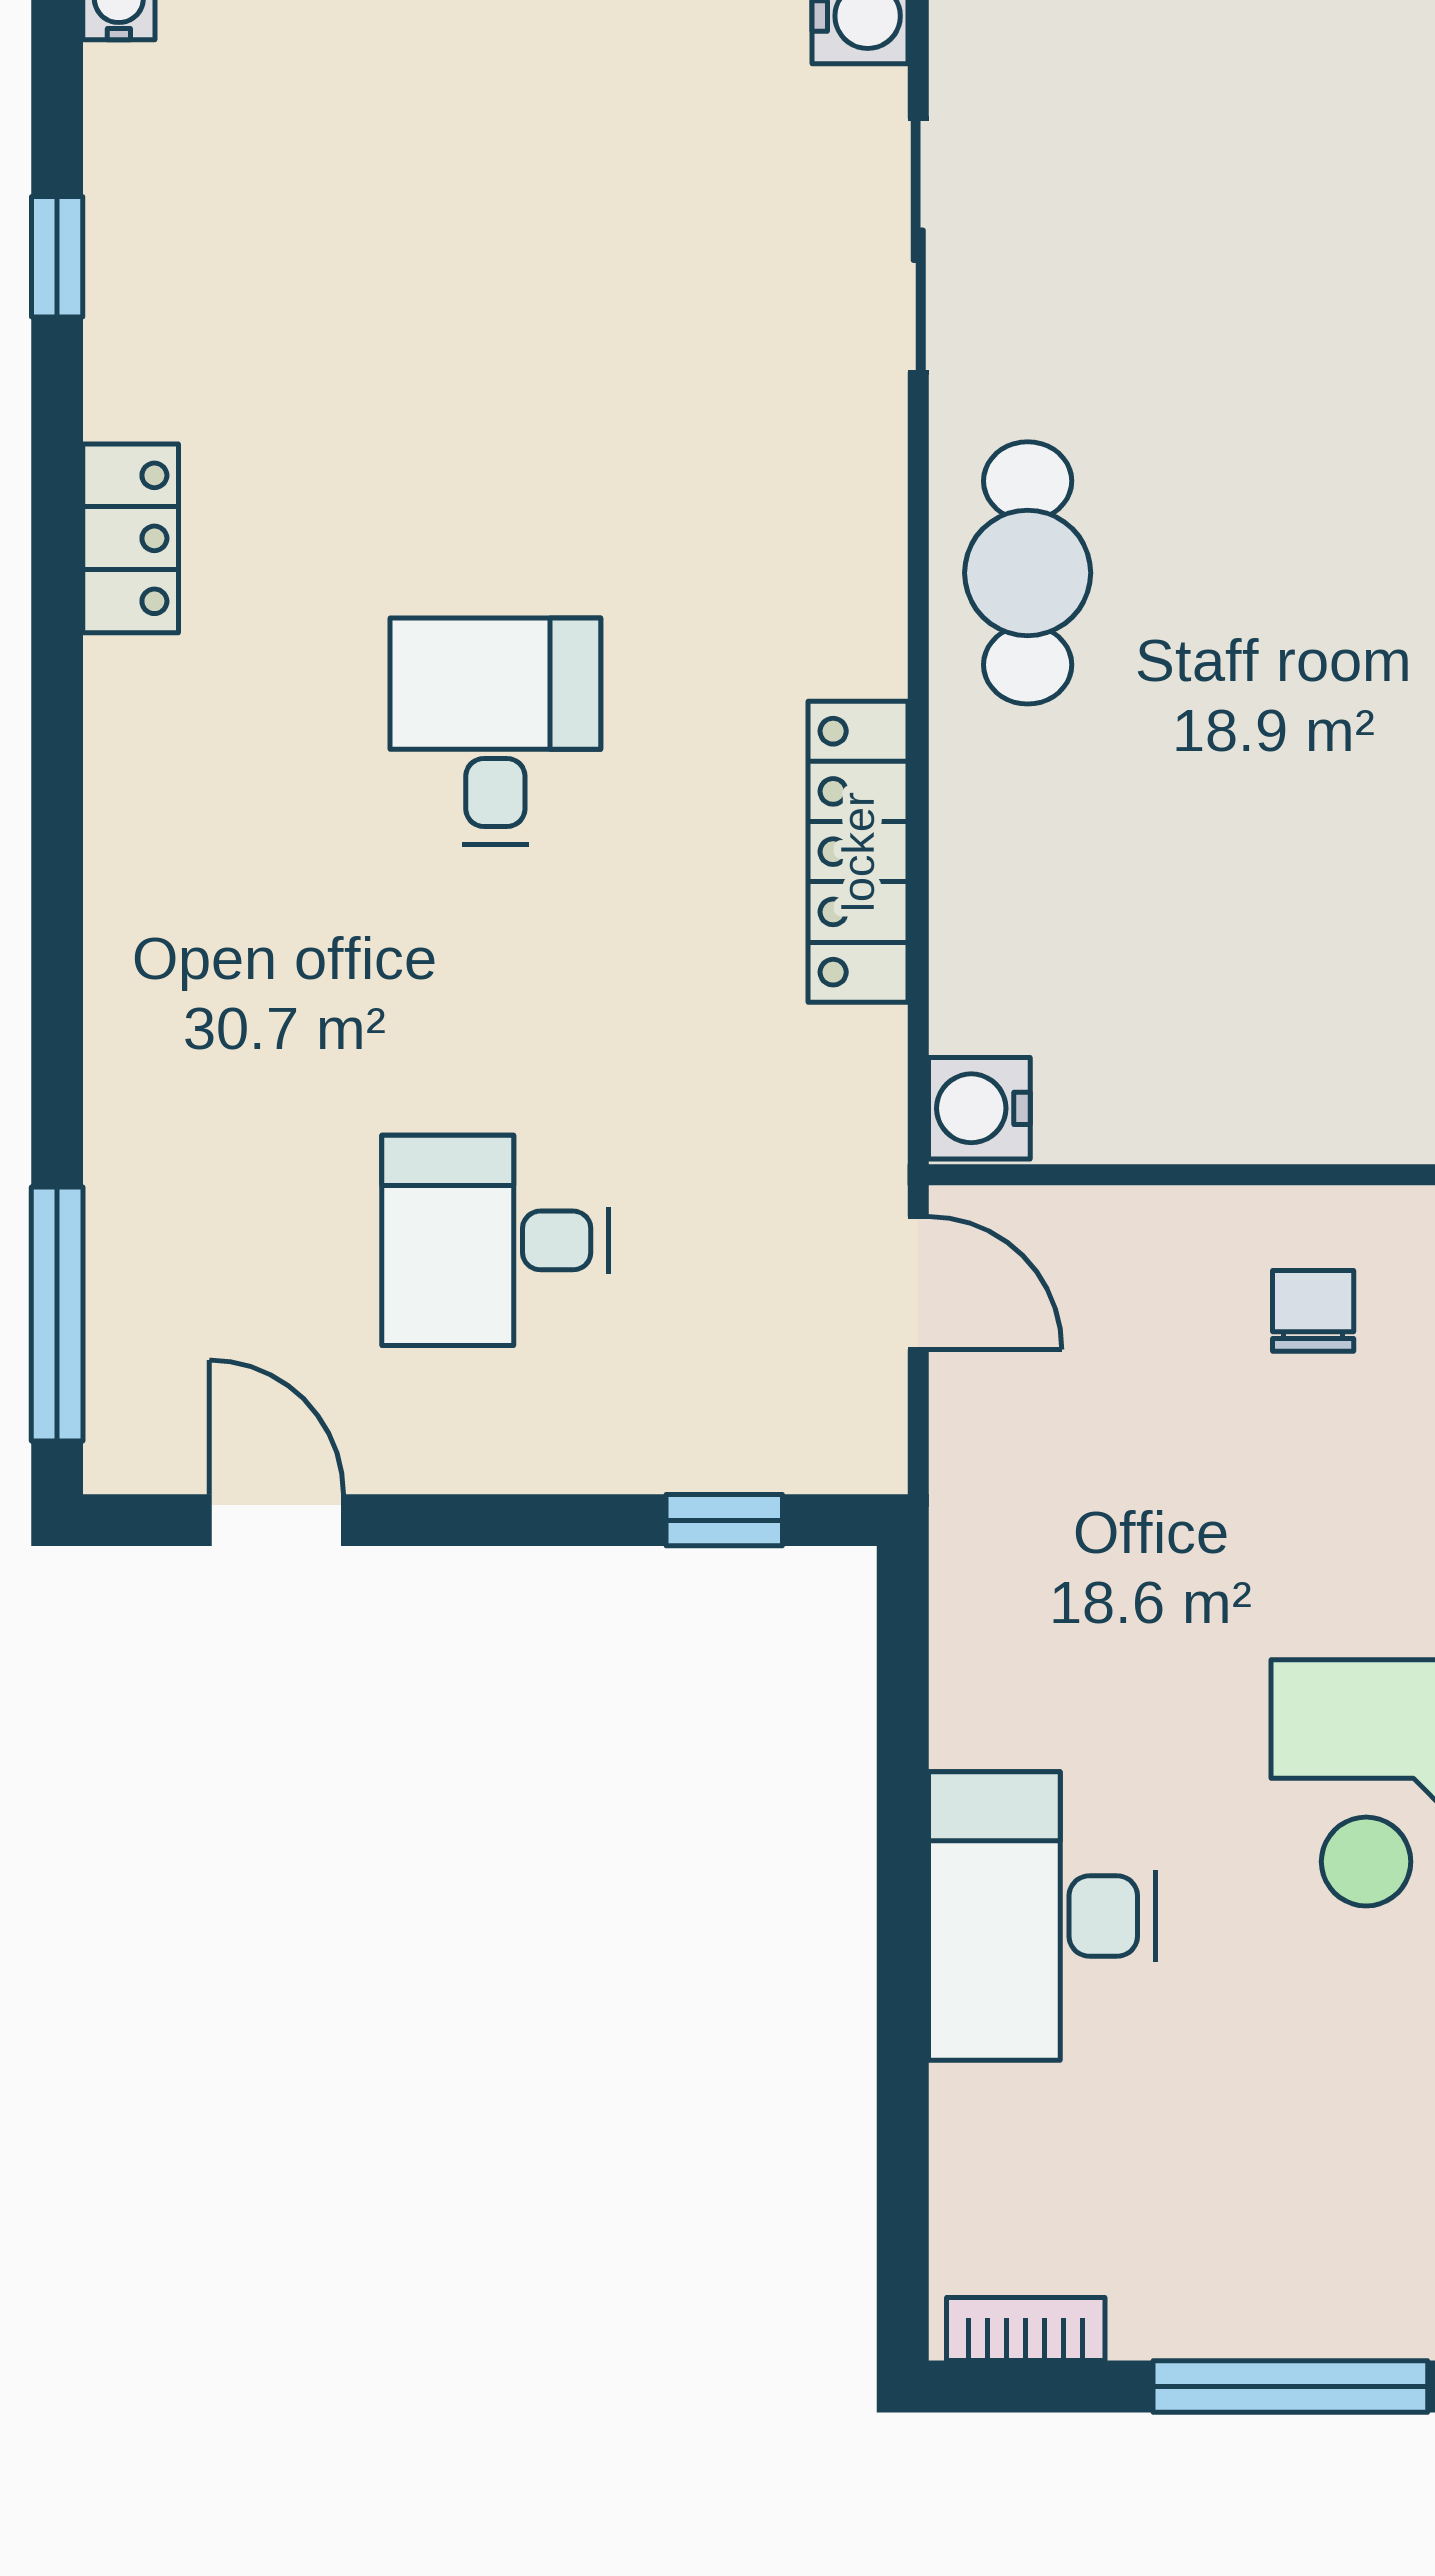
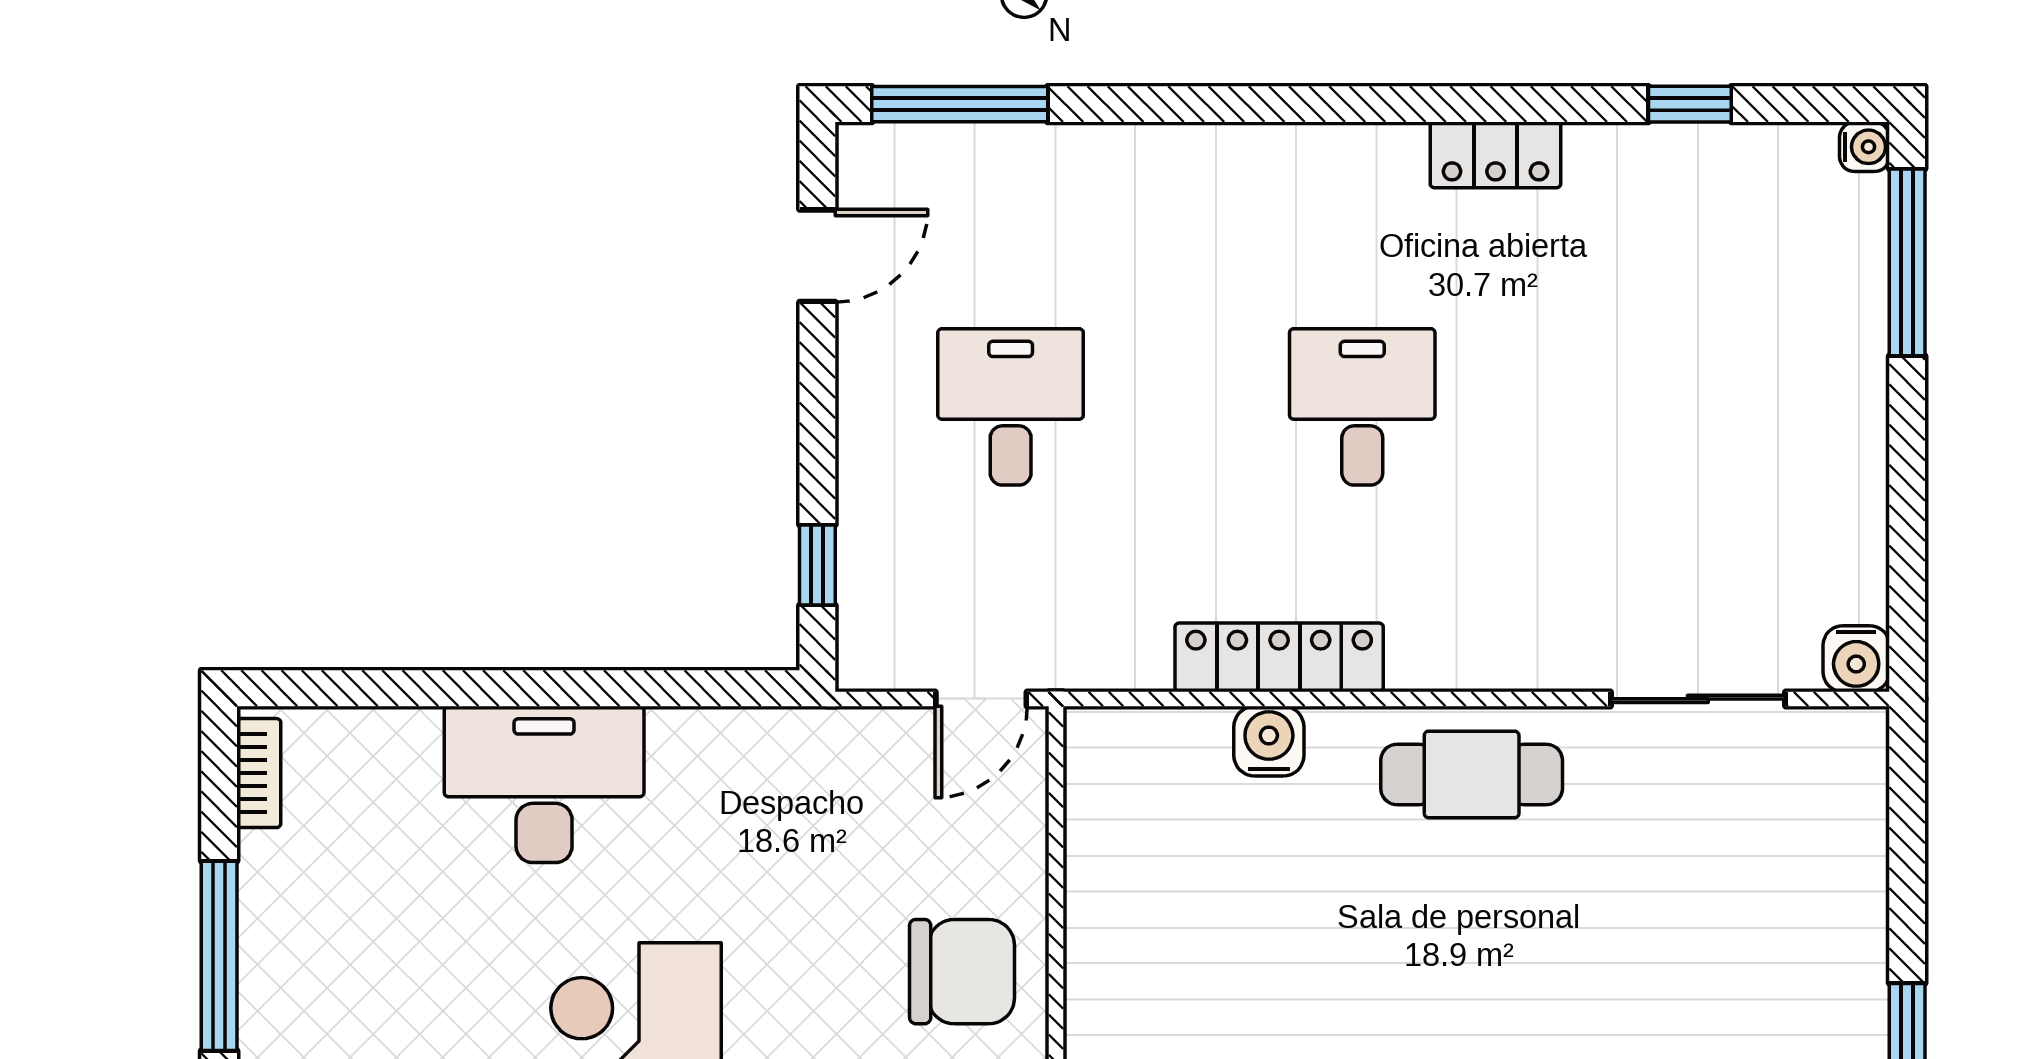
desk: (495, 731) -> (1362, 407), turned -90
water cooler: (979, 1108) -> (1269, 741), moved
chair: (1313, 1311) -> (962, 972), width x1.87, depth x1.87

